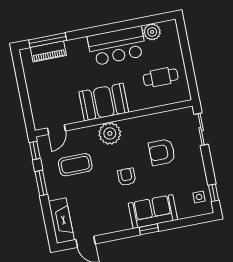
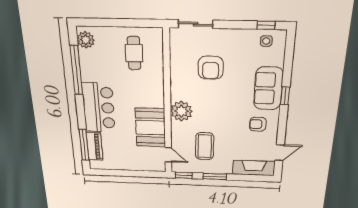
window: (131, 24) -> (76, 70), added
plant: (152, 32) -> (86, 40), moved
bar counter: (117, 46) -> (99, 108), moved
booth: (104, 102) -> (150, 128), moved
armchair: (127, 177) -> (258, 124), moved

